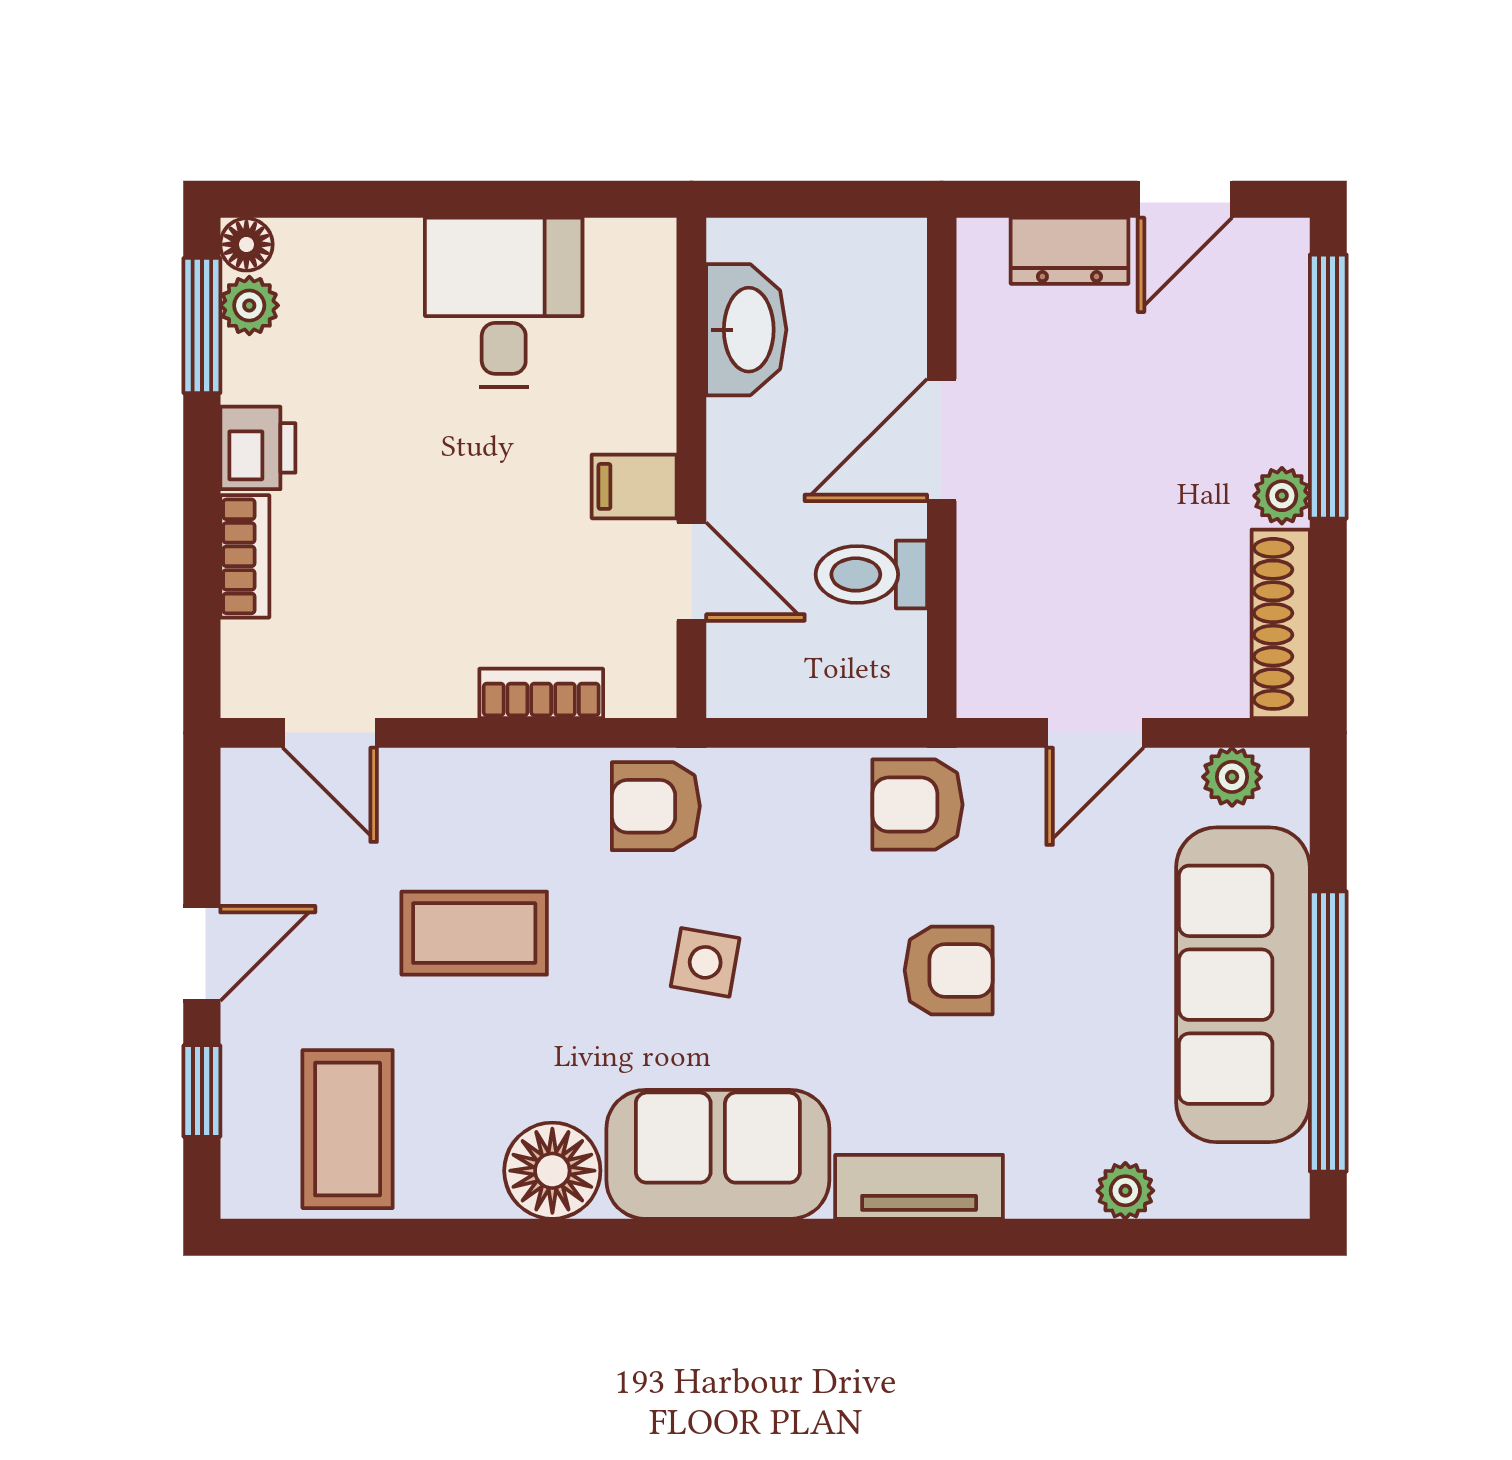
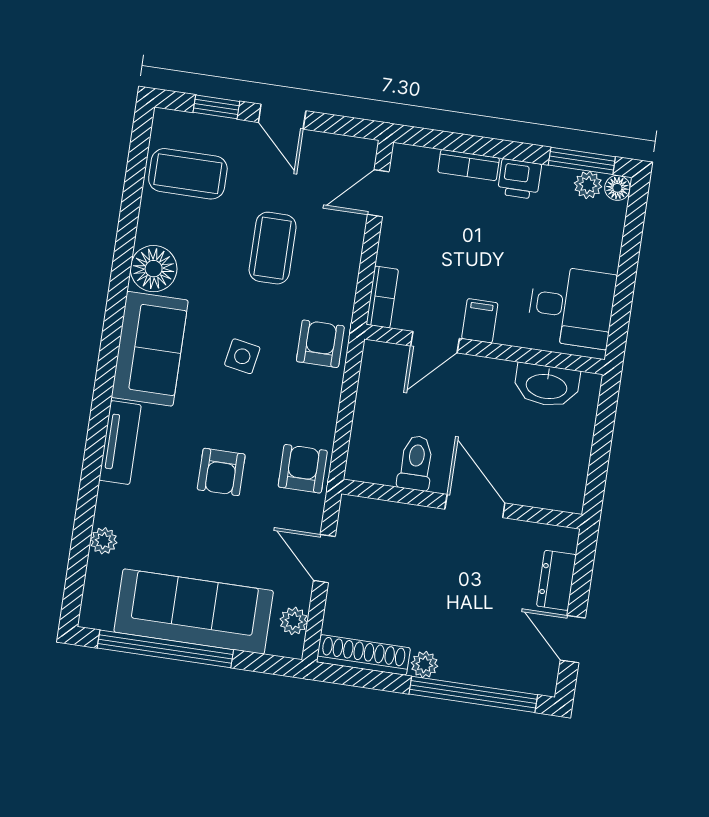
washbasin: (746, 330) -> (547, 385), moved
wall: (691, 468) -> (485, 349), moved
filing cabinet: (634, 486) -> (480, 321), moved
door: (691, 572) -> (435, 342), moved

